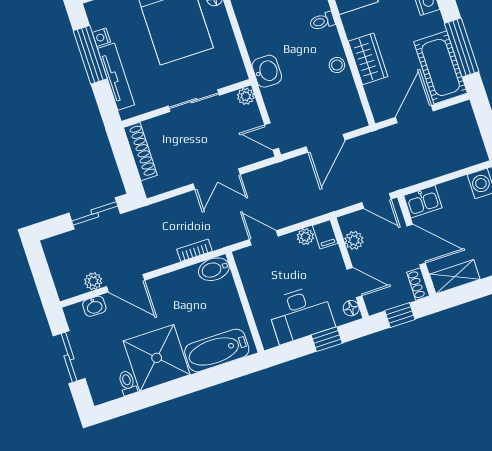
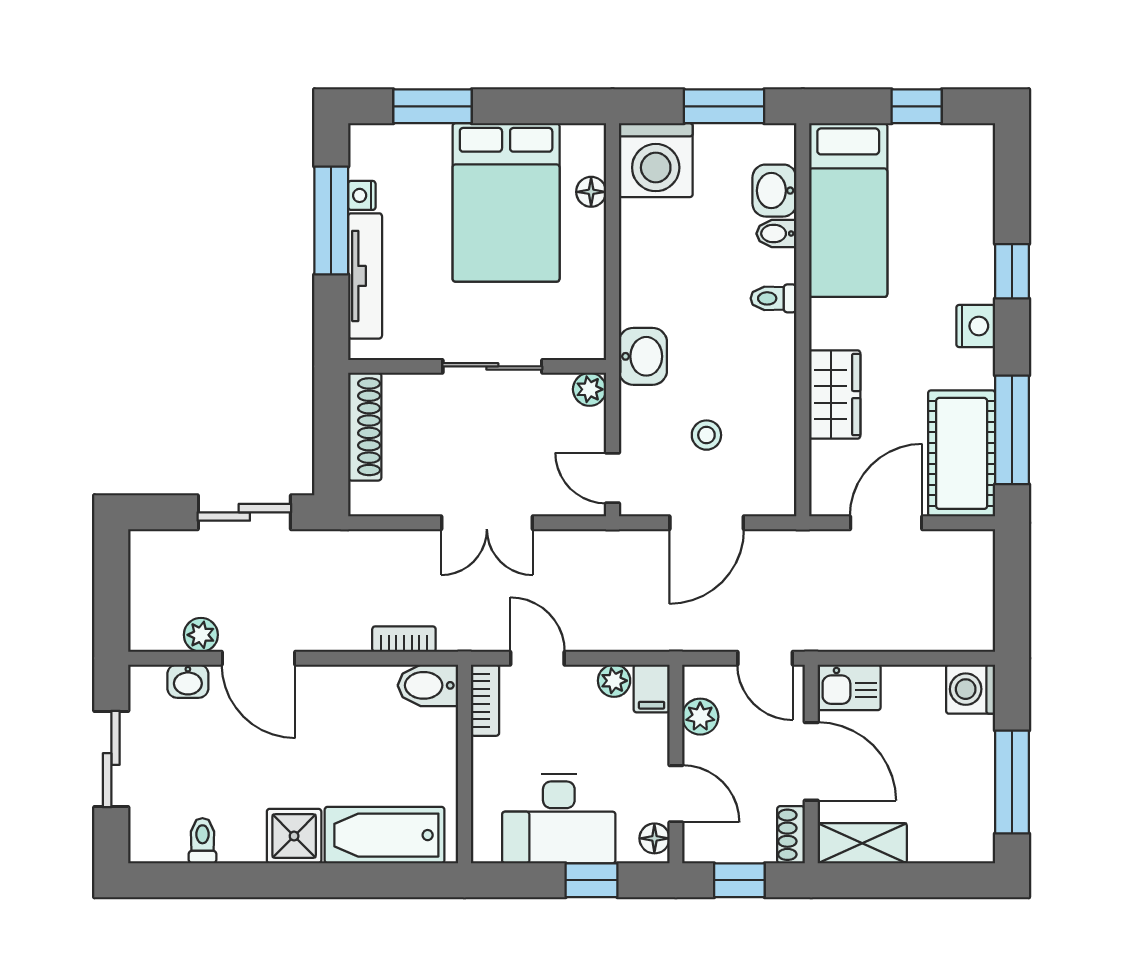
stool: (337, 65) -> (706, 435), moved
bookcase: (245, 267) -> (485, 700), added
shower: (157, 358) -> (294, 836), width x0.54, depth x0.54

